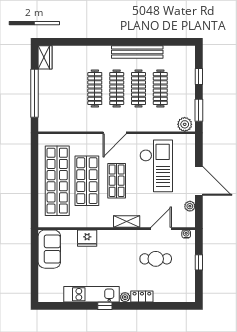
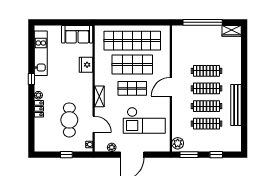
door: (115, 133) -> (171, 87), hinge flipped
cafe table: (156, 259) -> (69, 120), width x1.37, depth x1.35
kitchen unit: (92, 294) -> (41, 53), moved

